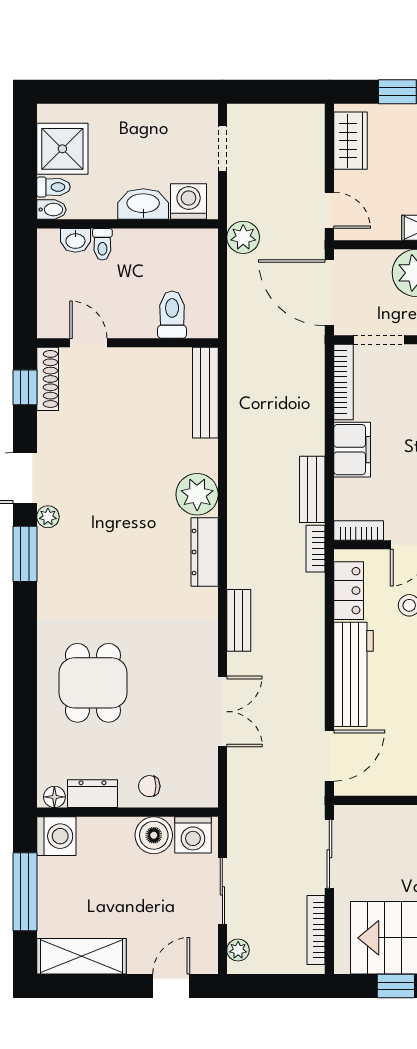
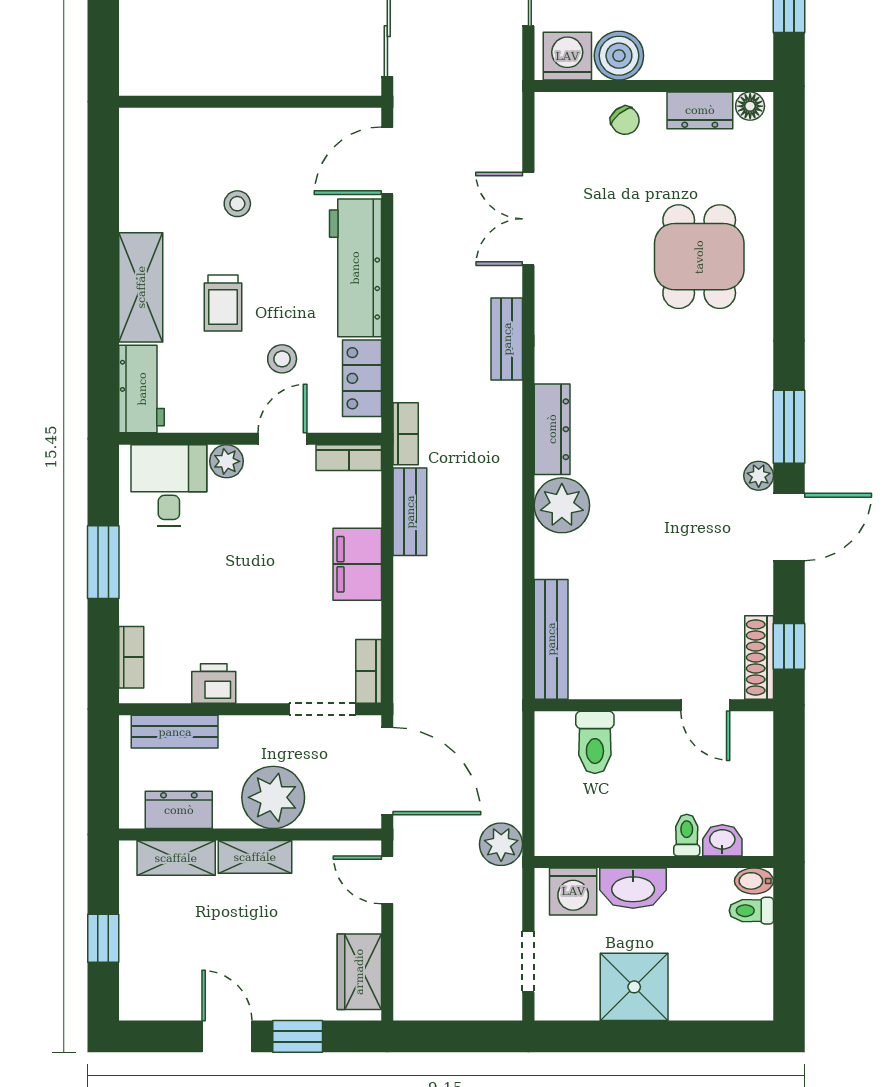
shower: (62, 149) -> (634, 987), moved
bookcase: (344, 382) -> (369, 671), width x0.64
chair: (149, 786) -> (625, 120), turned 51
washing machine: (56, 836) -> (748, 54), removed

